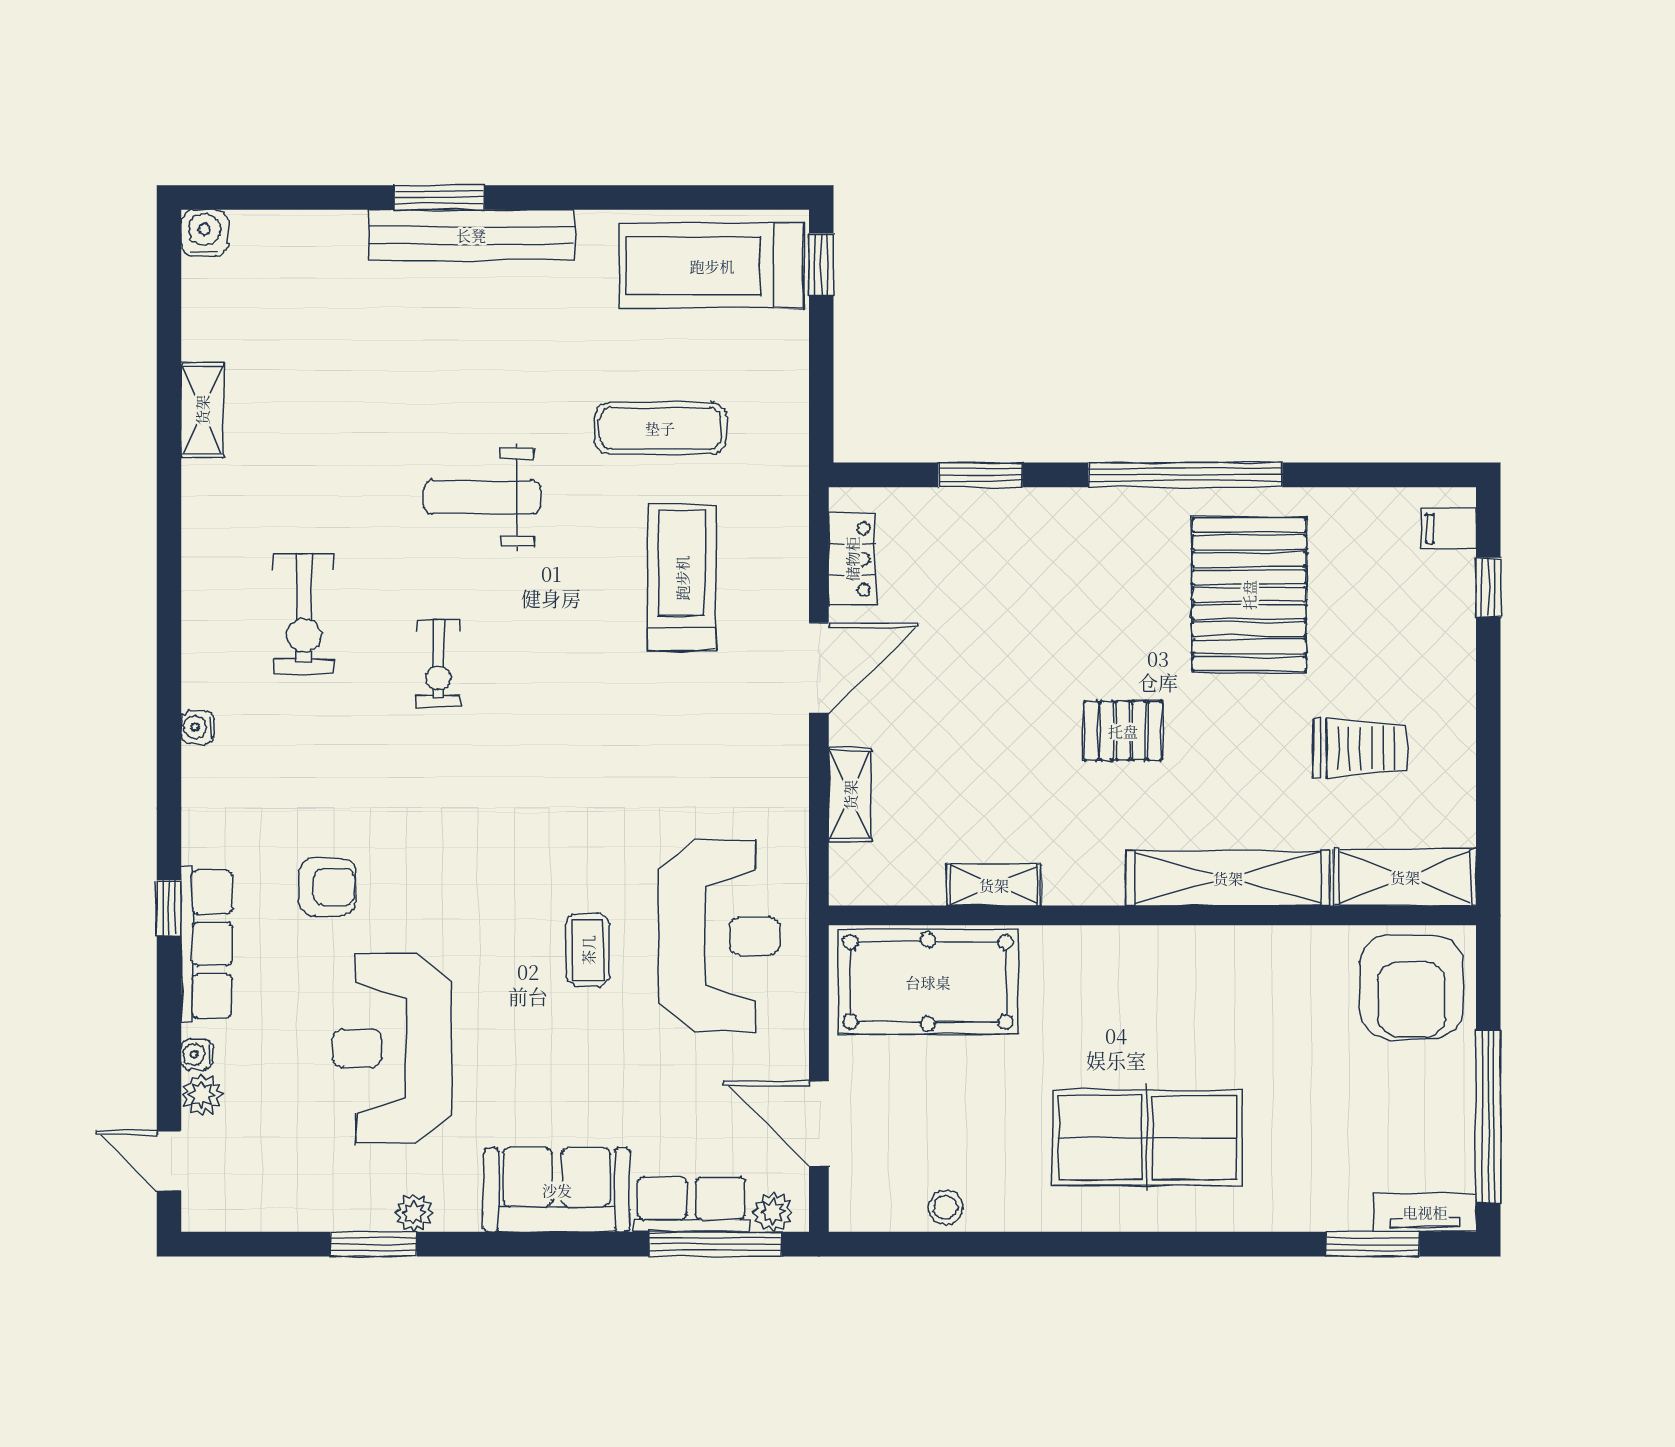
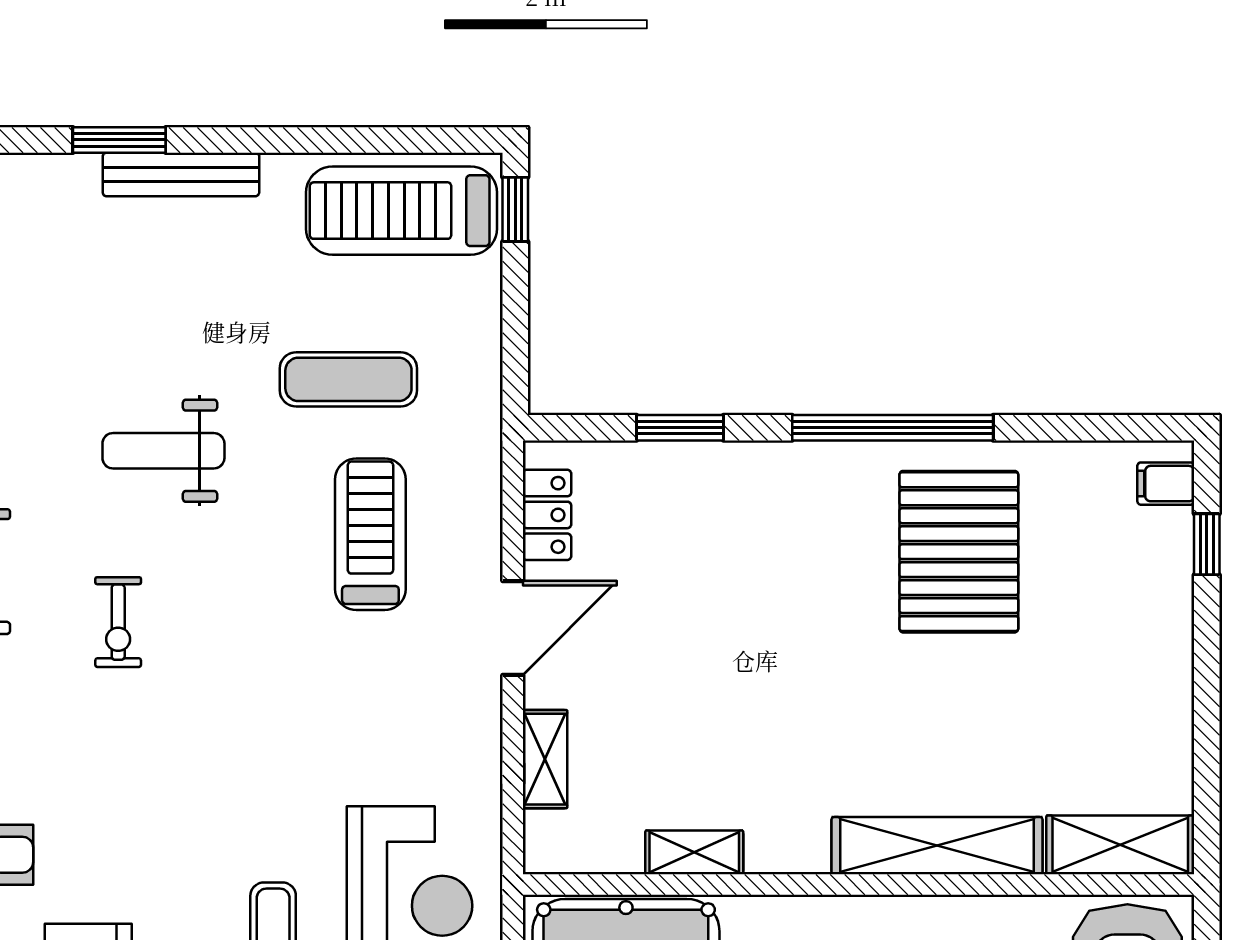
bench: (471, 235) -> (181, 174), width x0.73, depth x0.82
pallet: (1123, 731) -> (828, 693), removed
trolley: (1360, 748) -> (1074, 711), removed

